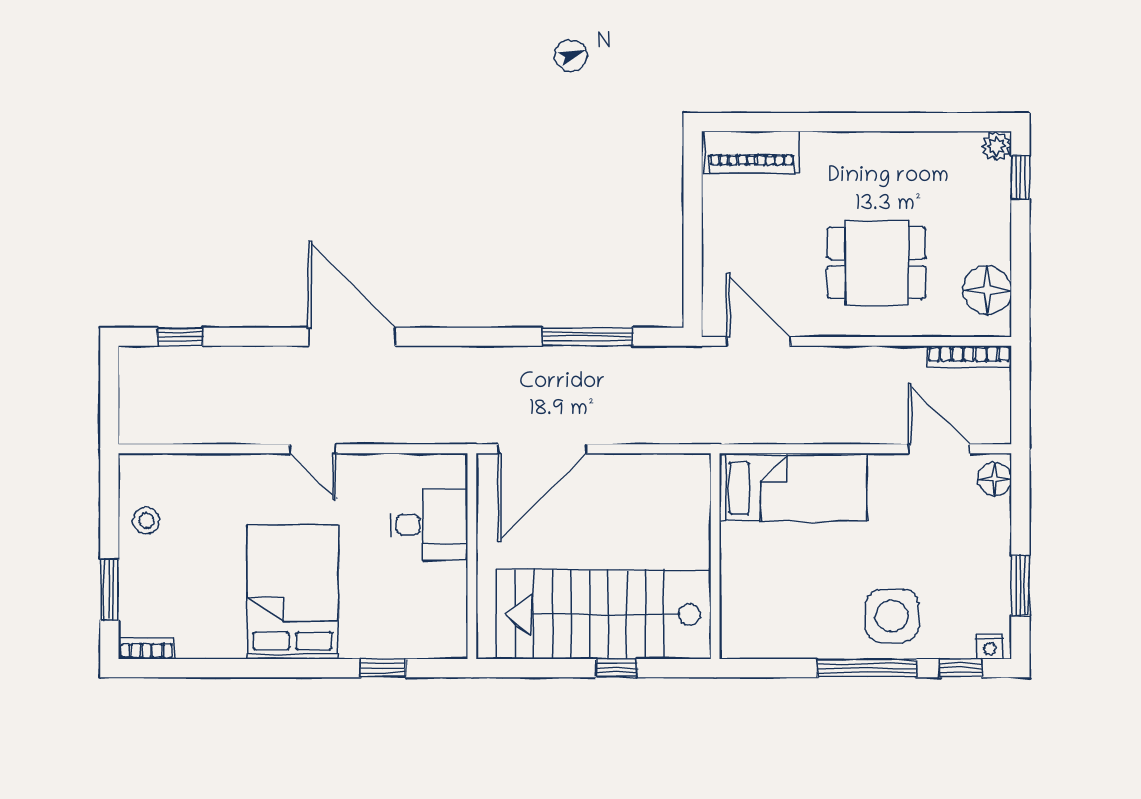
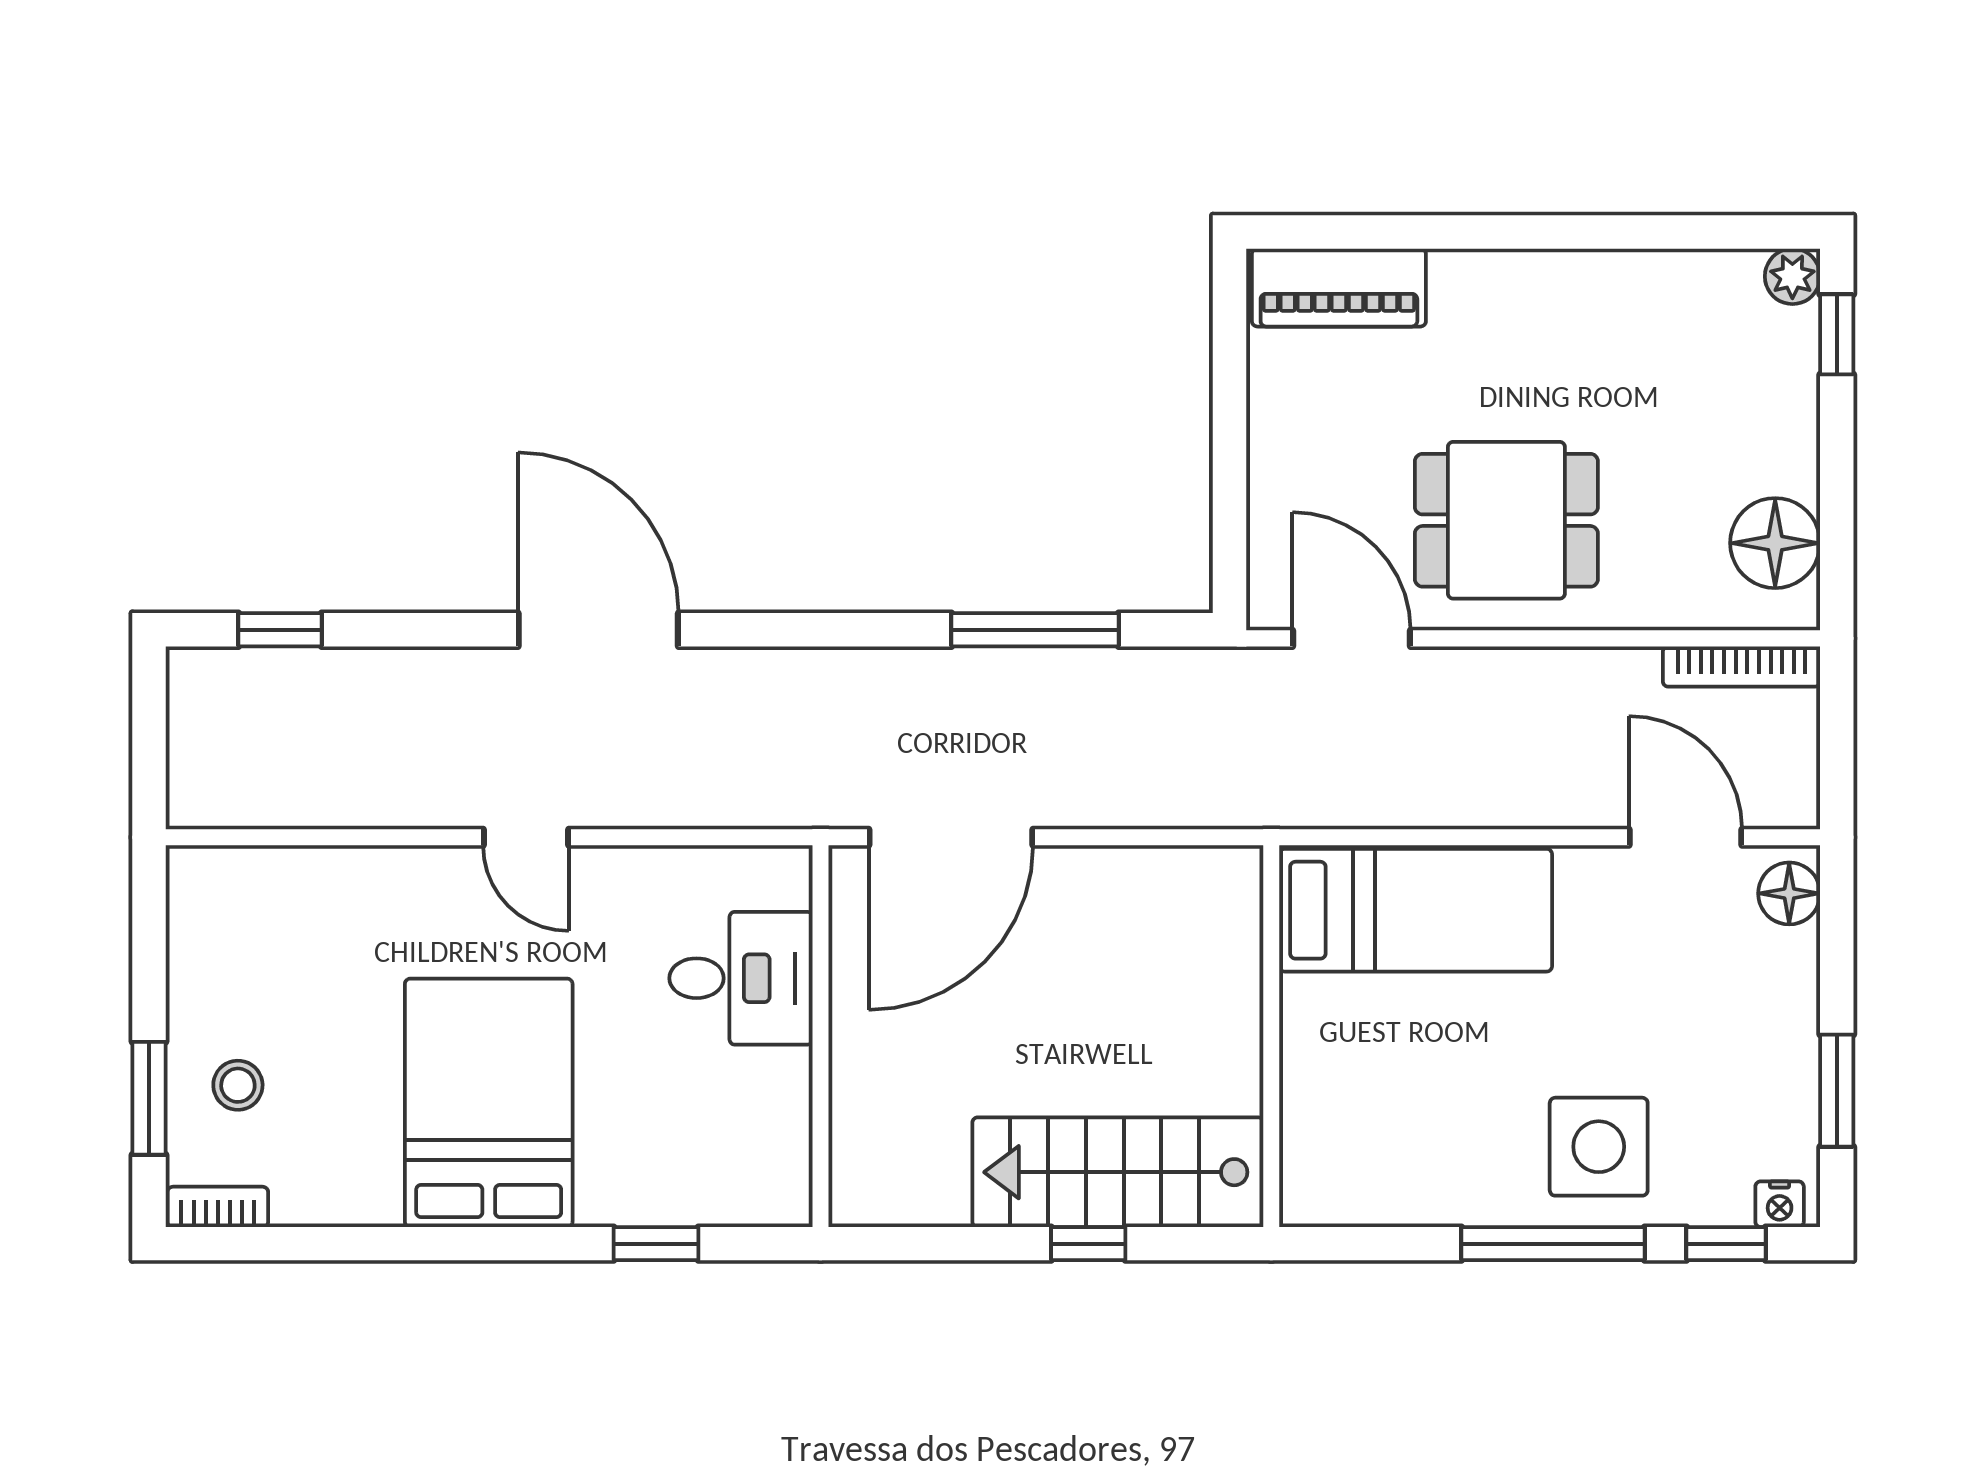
dining table: (877, 263) -> (1506, 520), moved
stool: (146, 520) -> (238, 1085), moved
stairs: (604, 614) -> (1118, 1172), width x0.73, depth x0.66

